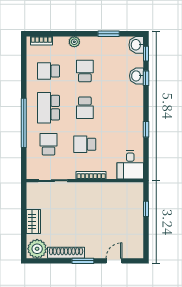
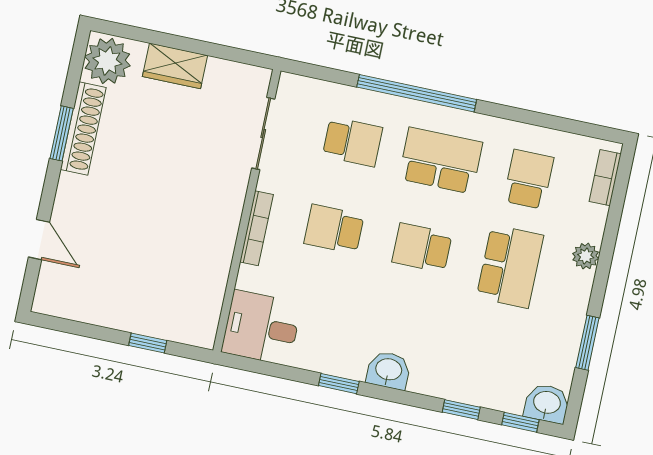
school desk: (85, 71) -> (510, 267), width x1.85
washbasin: (136, 76) -> (388, 370), moved
school desk: (85, 144) -> (334, 229), turned -90
window: (83, 261) -> (62, 133), moved

